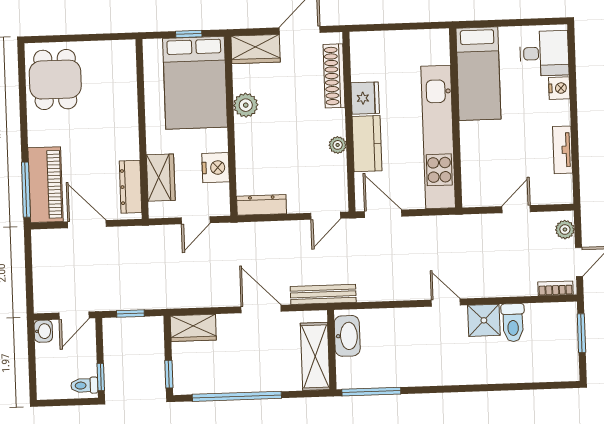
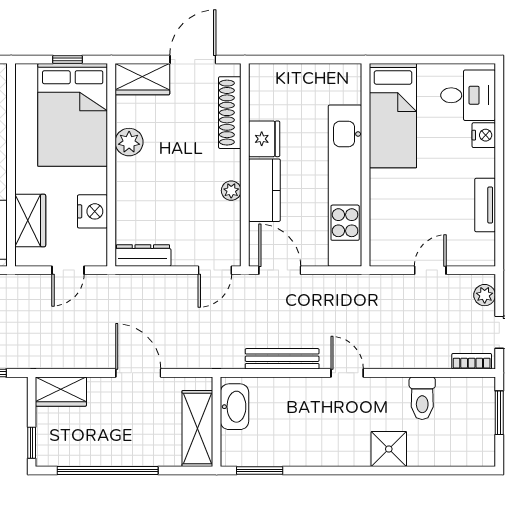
bench: (323, 294) -> (282, 359), moved
shower: (484, 320) -> (389, 449), moved
window: (371, 392) -> (260, 471), width x0.69

